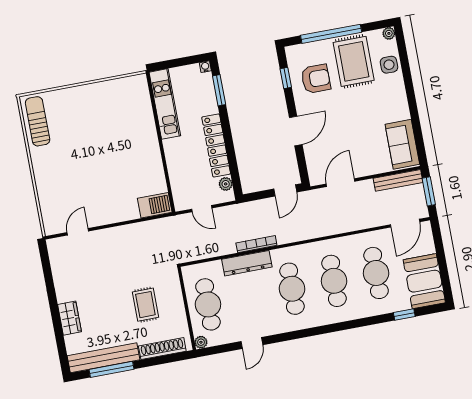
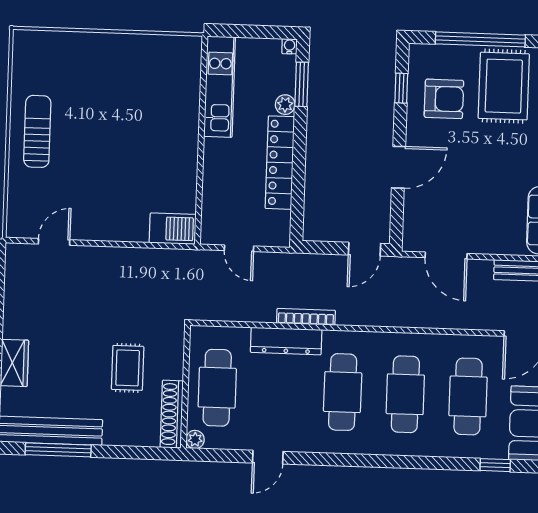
sun lounger: (38, 121) -> (37, 131), moved
door: (341, 183) -> (446, 256), swing flipped
plant: (226, 184) -> (285, 105), moved
shoe rack: (162, 349) -> (172, 414), moved, turned -90

